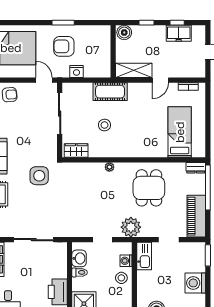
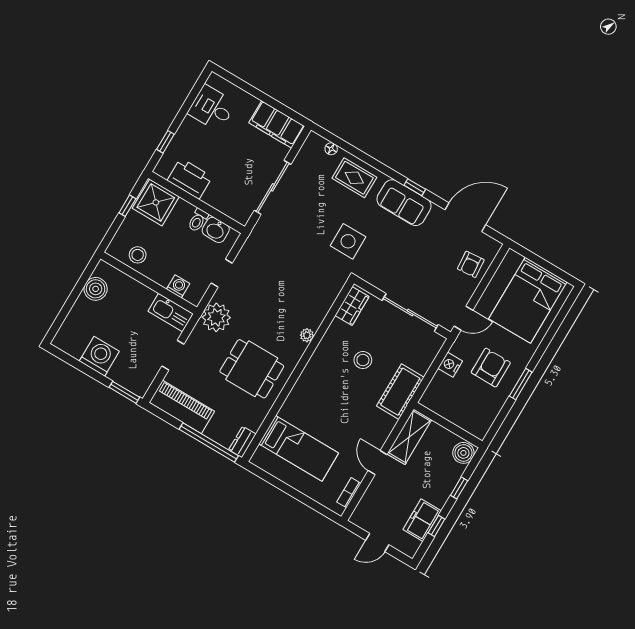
stool: (121, 278) -> (138, 255), moved

